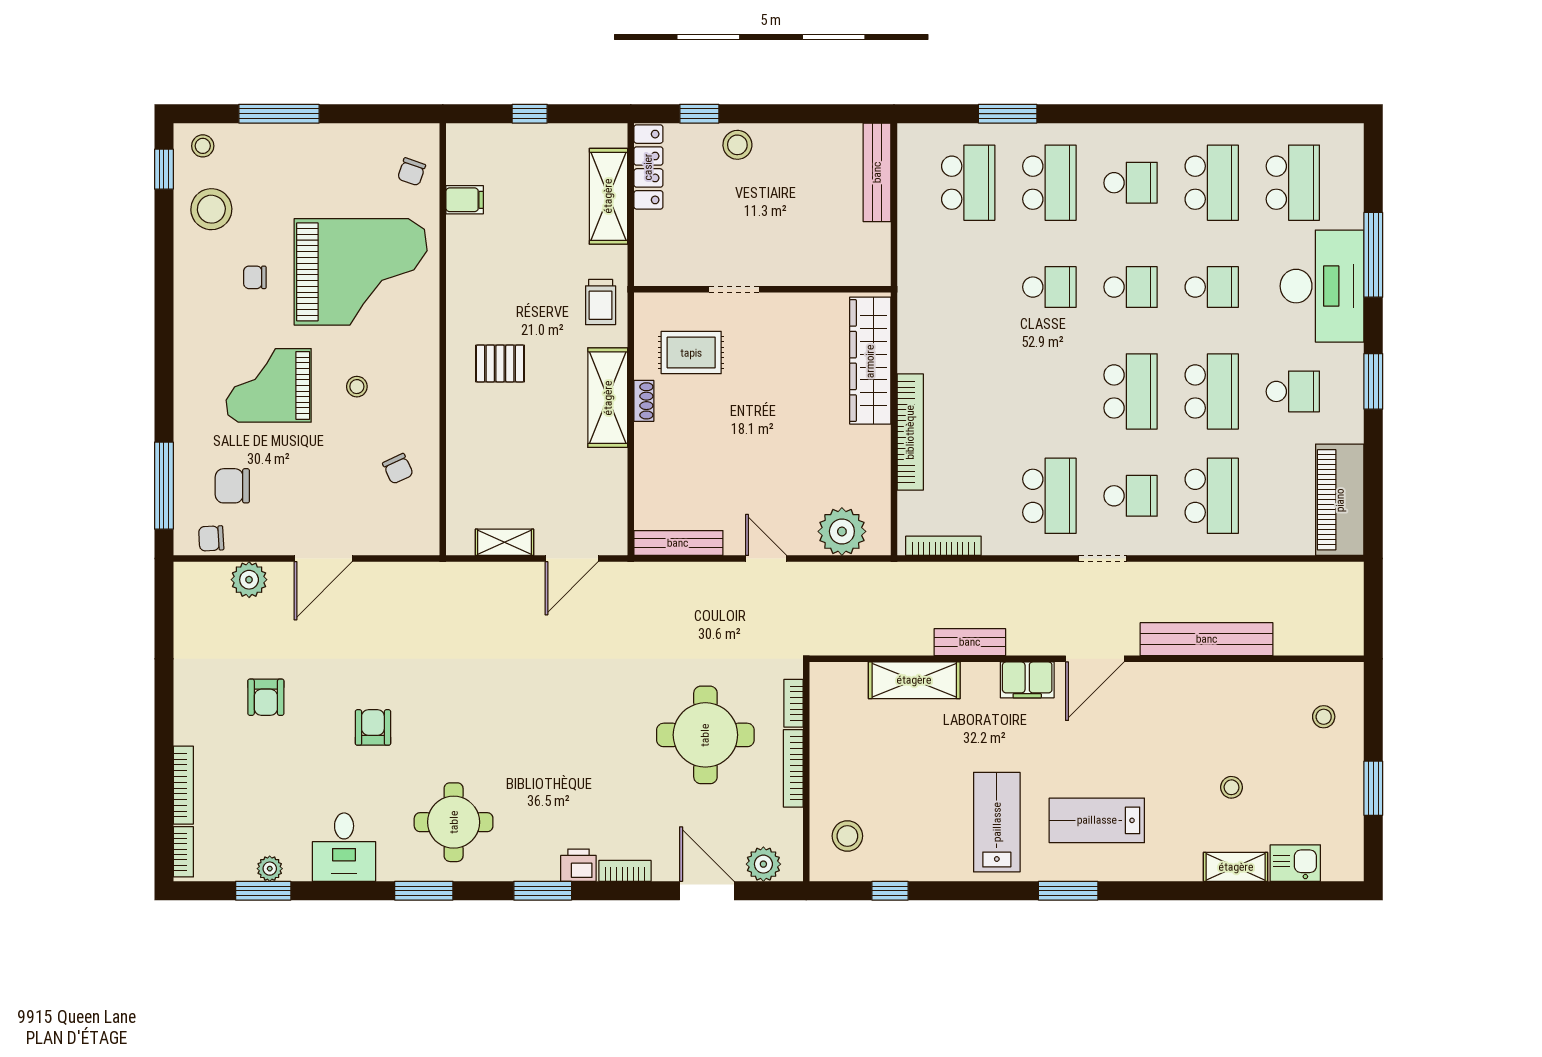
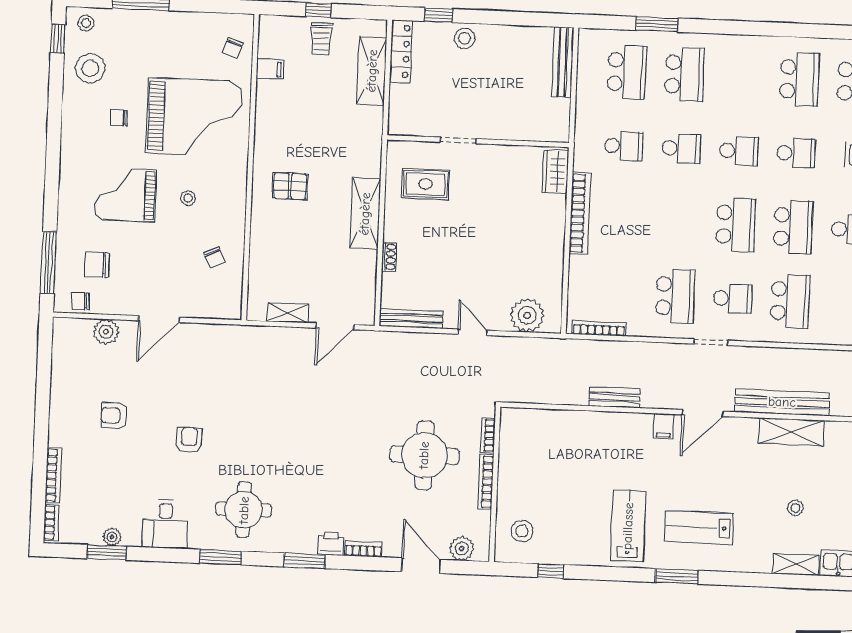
school desk: (1131, 183) -> (624, 146), moved
trolley: (601, 302) -> (321, 39), moved
wardrobe: (870, 361) -> (555, 172), width x0.48, depth x0.85
shoe rack: (644, 401) -> (389, 257), moved
bookcase: (910, 432) -> (580, 213), moved
shelving: (914, 680) -> (791, 432), moved
filing cabinet: (1027, 680) -> (663, 426), width x0.50
armchair: (266, 697) -> (114, 415), turned 90

